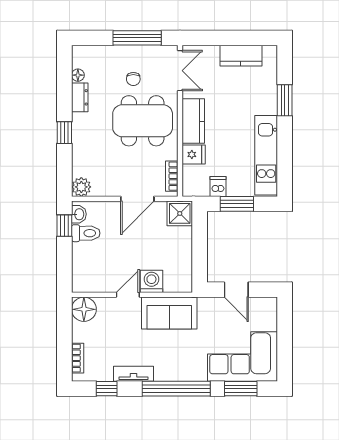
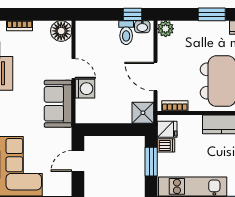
window: (64, 133) -> (212, 14), width x1.50
fridge: (194, 154) -> (167, 129), moved, turned -90

